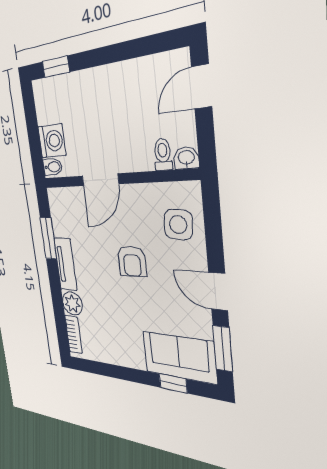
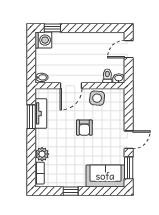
washing machine: (52, 141) -> (43, 40), moved
side table: (178, 225) -> (97, 98), moved
tv unit: (65, 264) -> (41, 113), moved
door: (218, 291) -> (129, 140), swing flipped
window: (173, 383) -> (71, 191), moved

